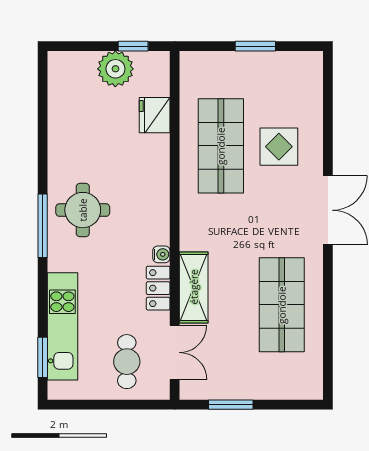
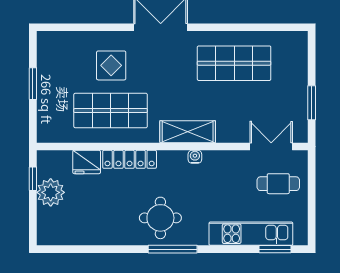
shelving: (194, 287) -> (188, 132), moved
locker: (158, 288) -> (130, 159), moved, width x1.53

